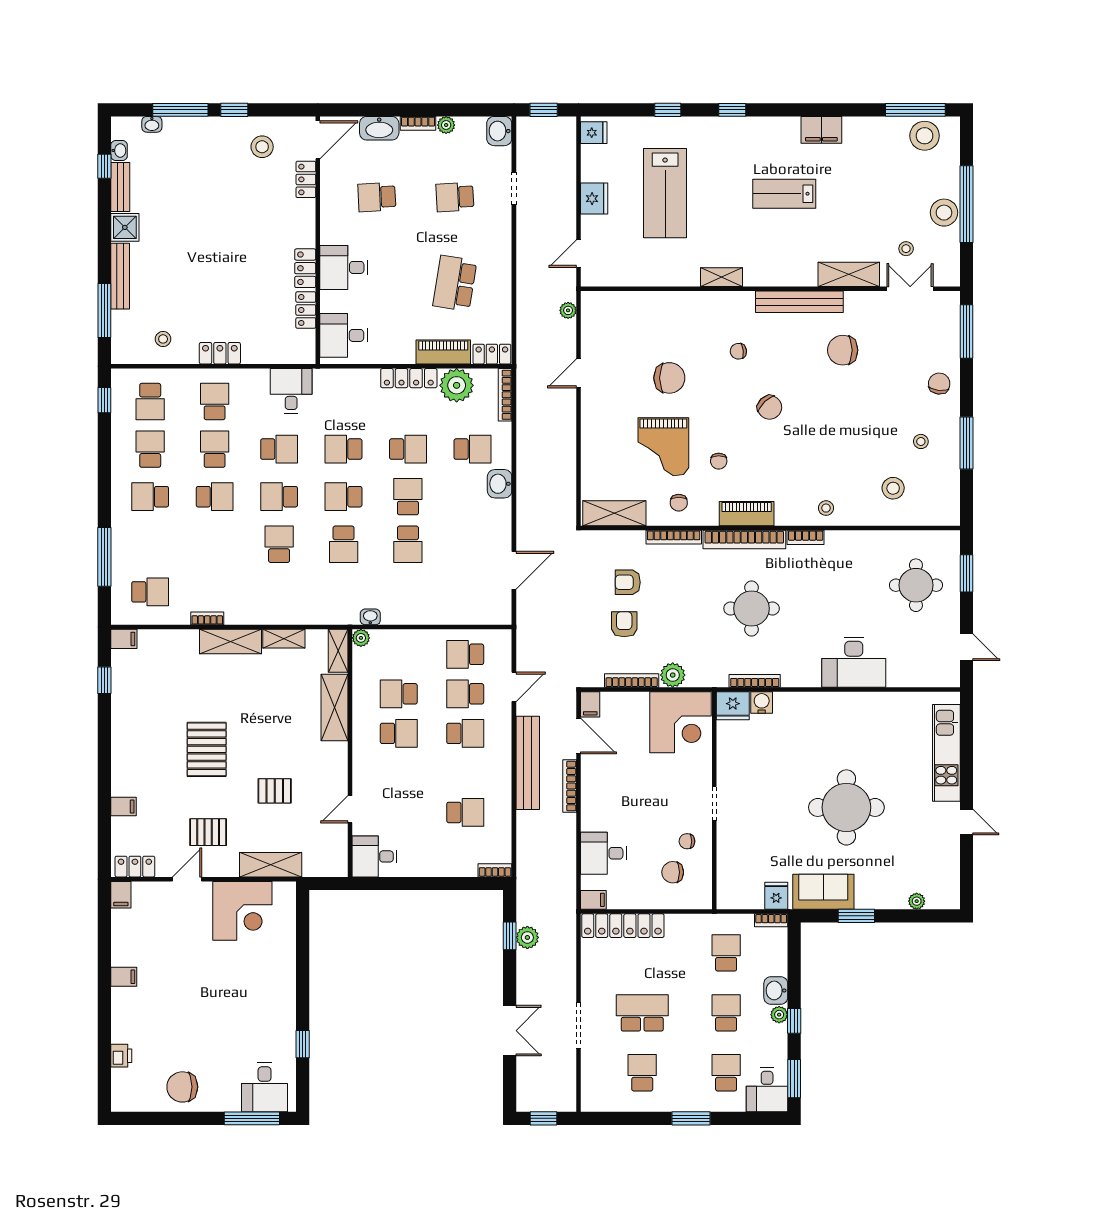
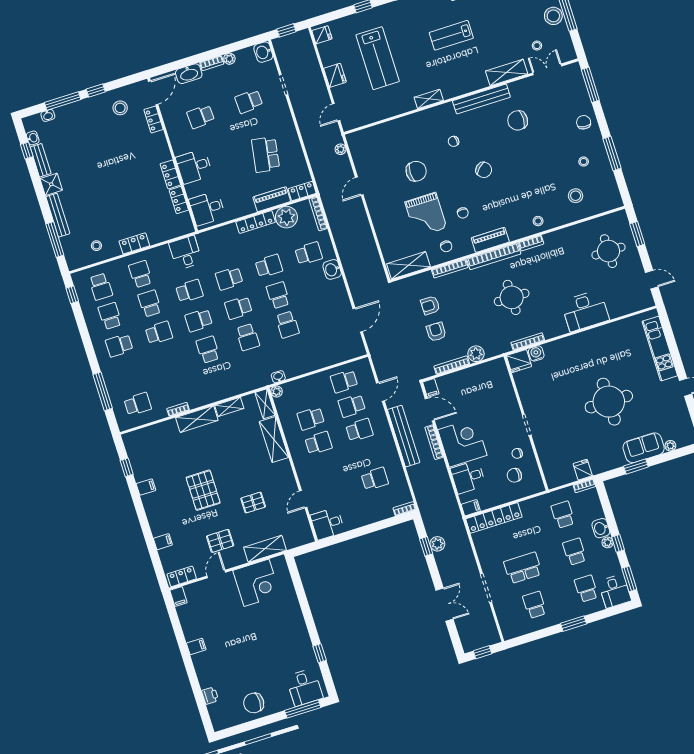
filing cabinet: (124, 639) -> (146, 487), moved
corner desk: (680, 722) -> (462, 443), moved, turned -90
sofa: (823, 892) -> (644, 448), moved

